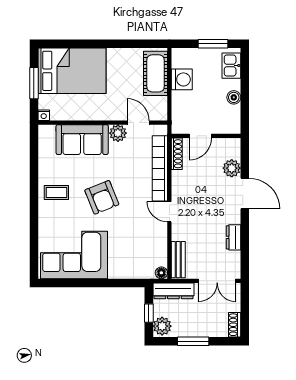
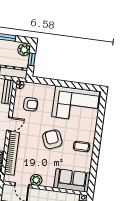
sofa: (82, 140) -> (72, 180), moved
door: (169, 212) -> (9, 124), hinge flipped
armchair: (141, 246) -> (31, 104), added

